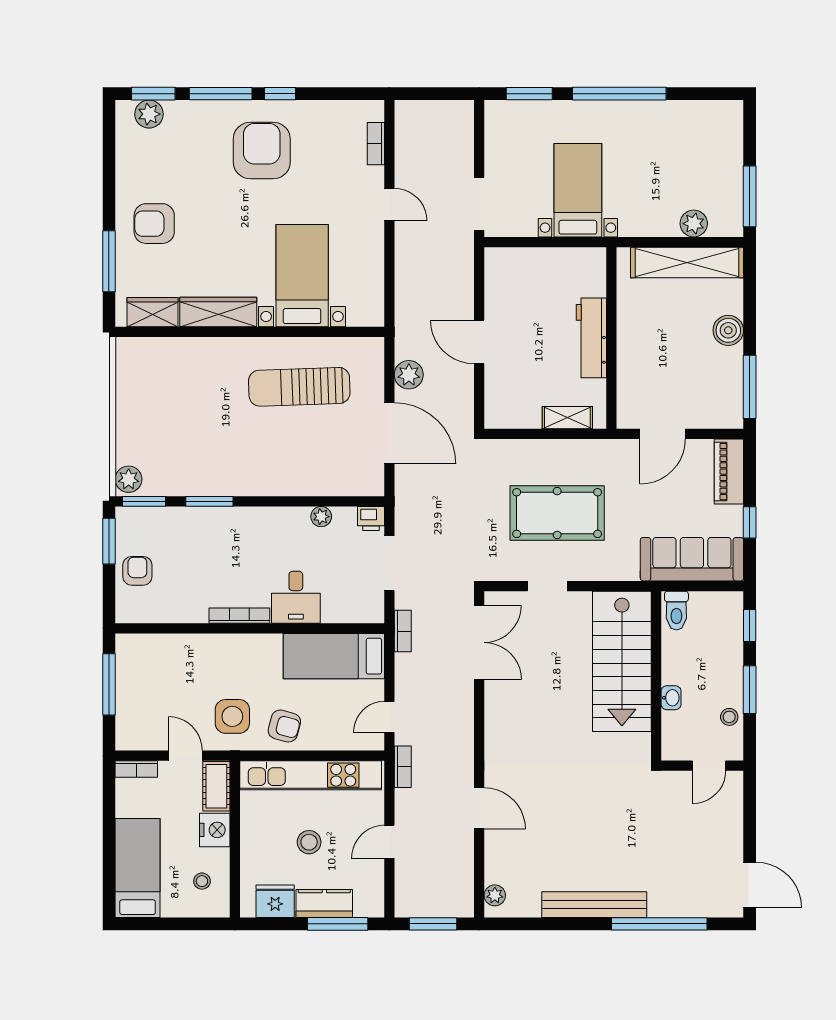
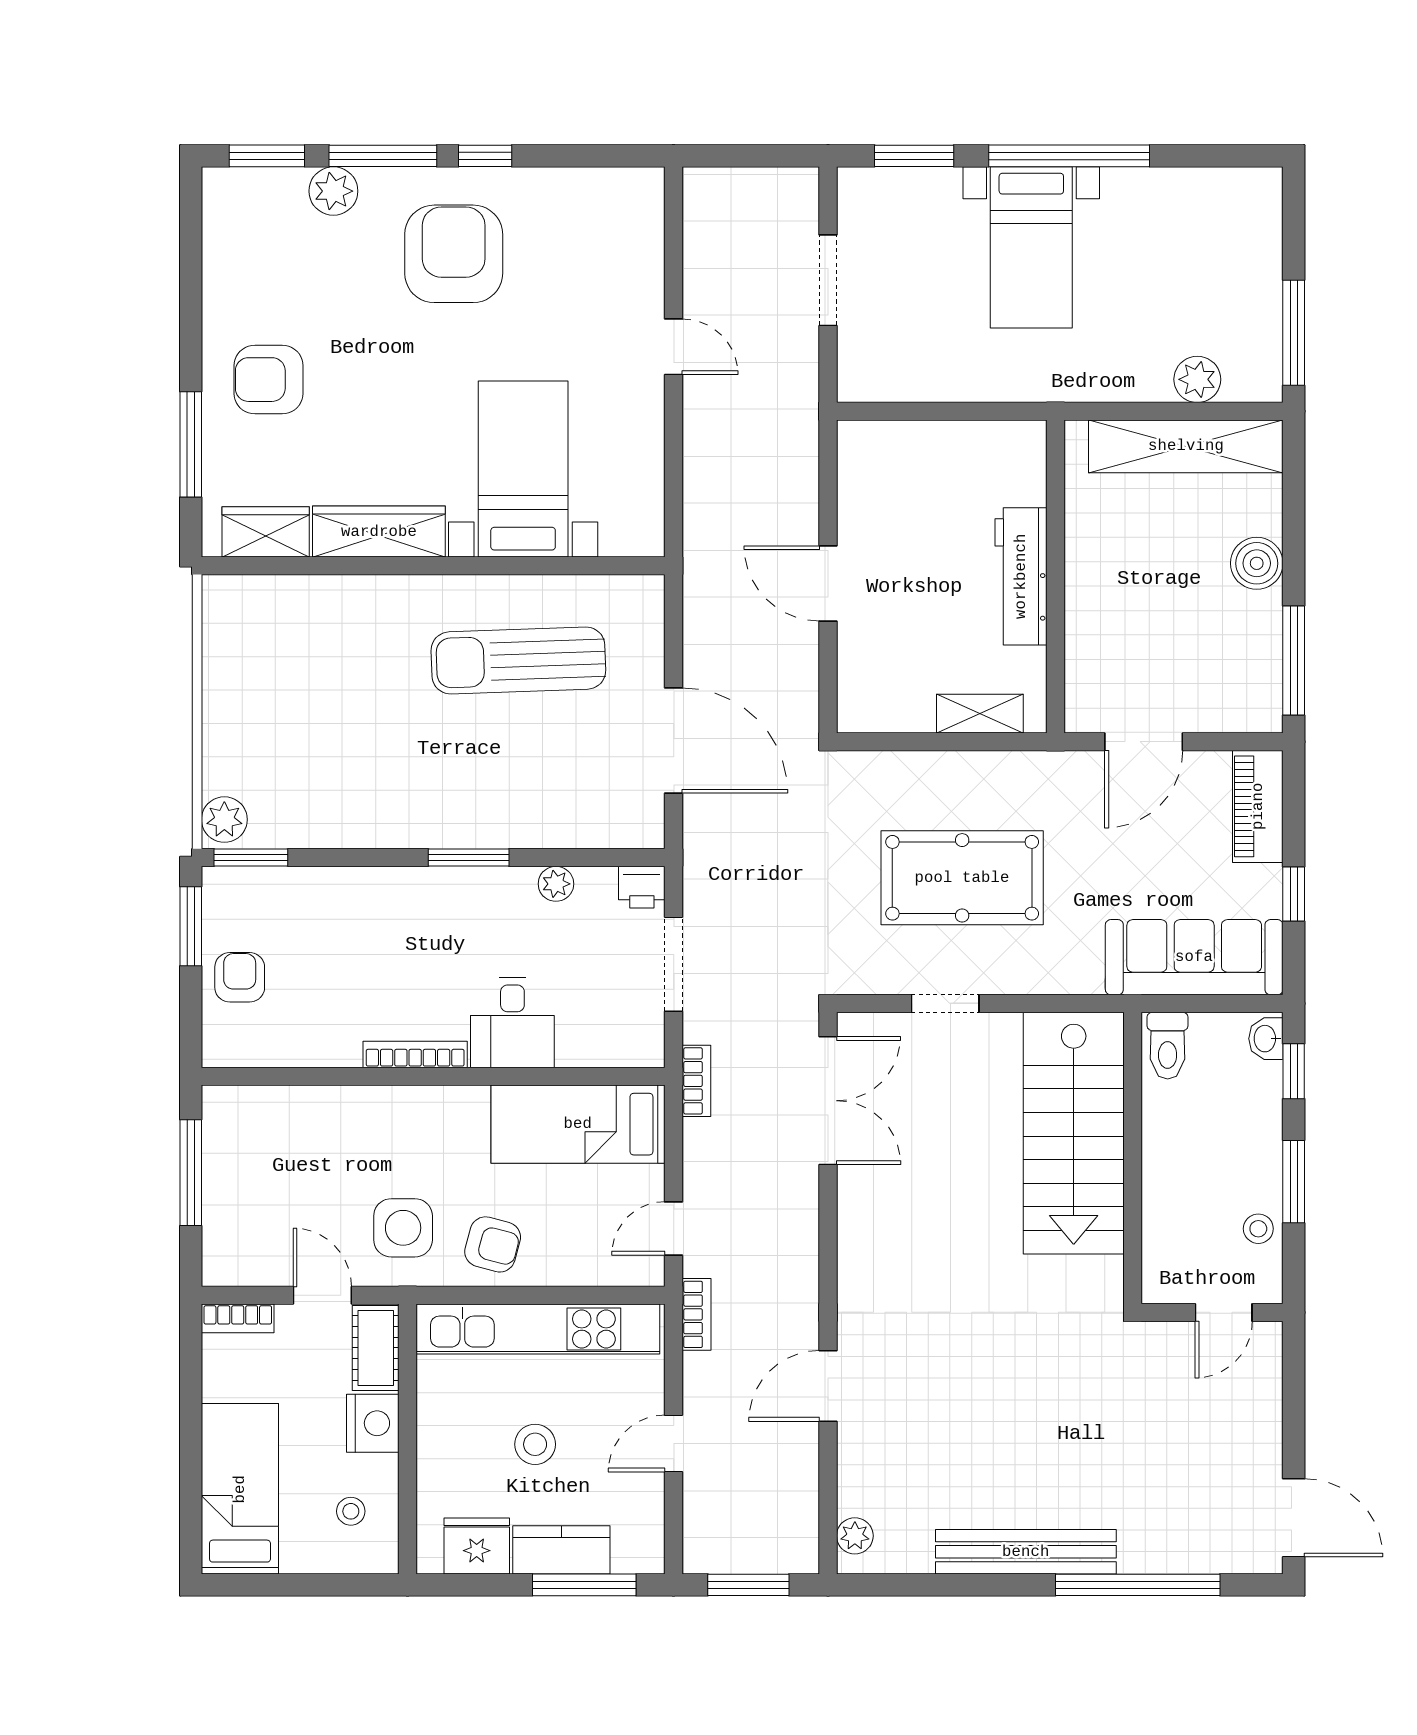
plant: (149, 114) -> (333, 191), moved
bookcase: (376, 144) -> (650, 242), removed
bed with nightstands: (578, 190) -> (1031, 247), moved, turned 180
doorway: (479, 204) -> (828, 280), moved
plant: (409, 375) -> (707, 640), removed
window: (209, 501) -> (469, 858), moved
washbasin: (671, 698) -> (1266, 1039), moved, turned 180
door: (479, 808) -> (828, 1386), swing flipped

